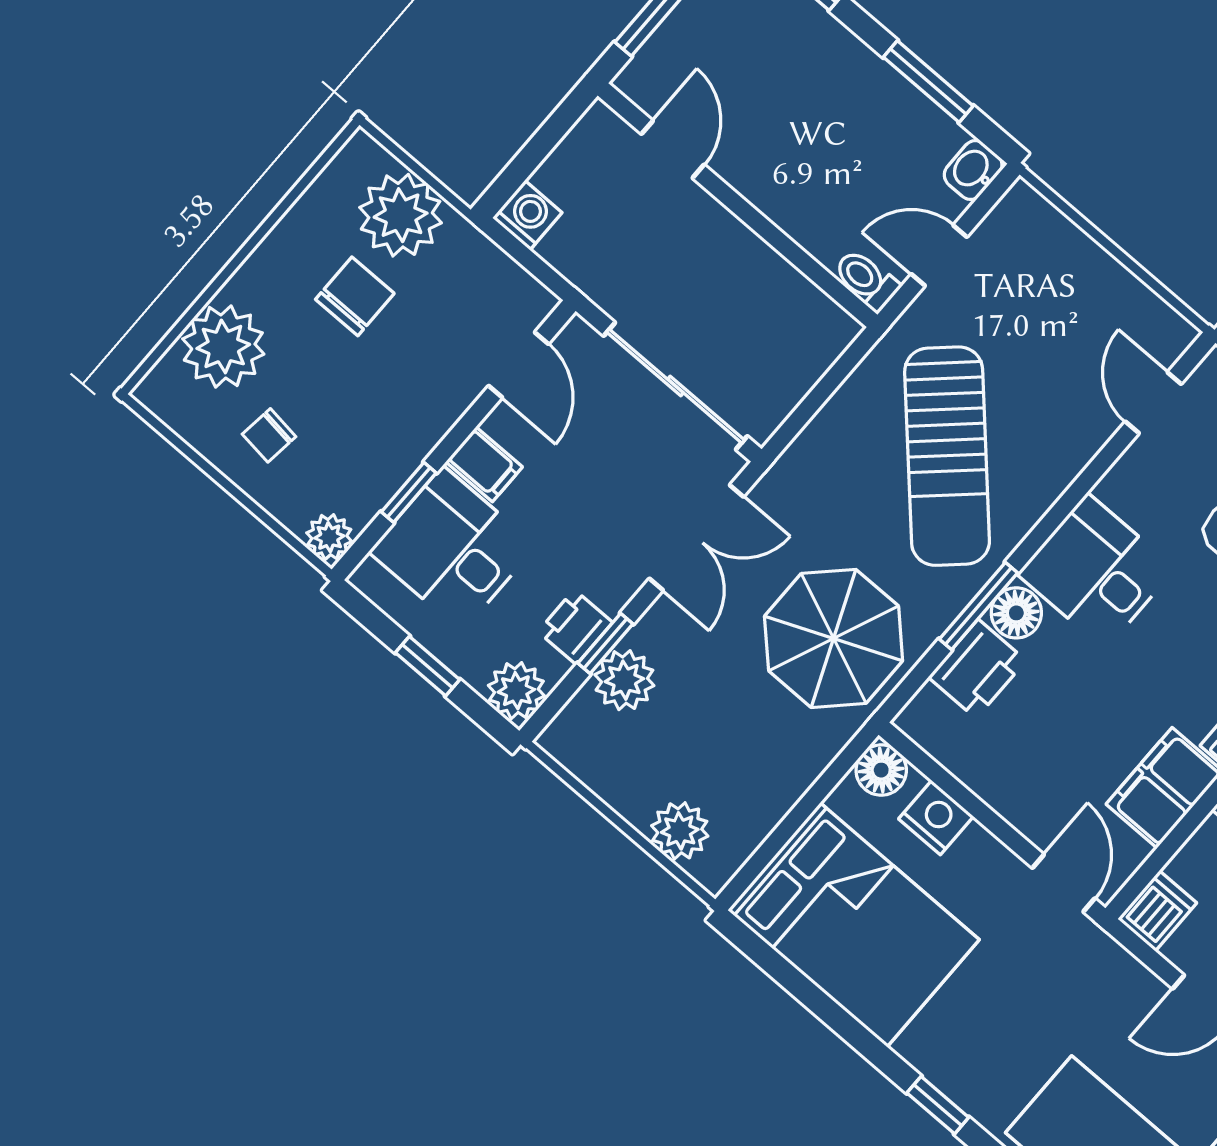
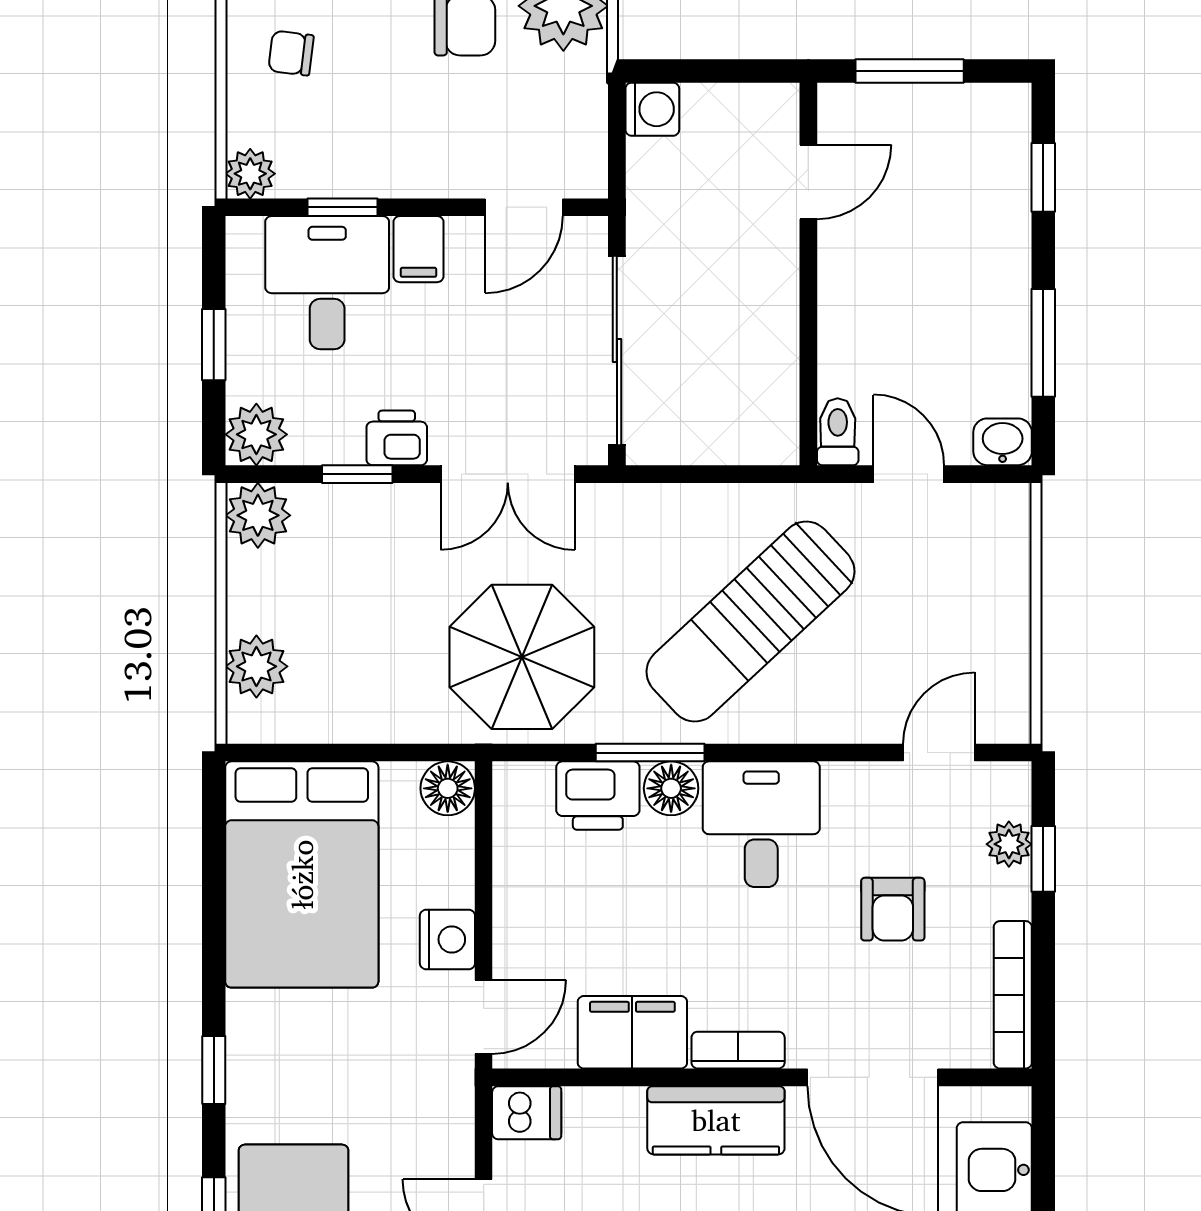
printer: (575, 627) -> (397, 438), moved
plant: (624, 680) -> (258, 515), moved
nightstand: (936, 818) -> (447, 939), moved

